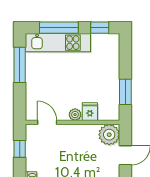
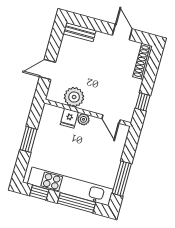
kitchen unit: (58, 43) -> (70, 186), width x1.36
window: (125, 92) -> (28, 139), moved
plant: (109, 135) -> (74, 97), moved

